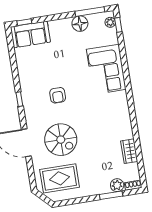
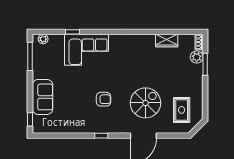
floor lamp: (80, 24) -> (40, 68), removed
window: (118, 25) -> (72, 32), moved
sofa: (30, 34) -> (42, 97), moved
rug: (60, 178) -> (182, 110), width x0.73, depth x0.70

